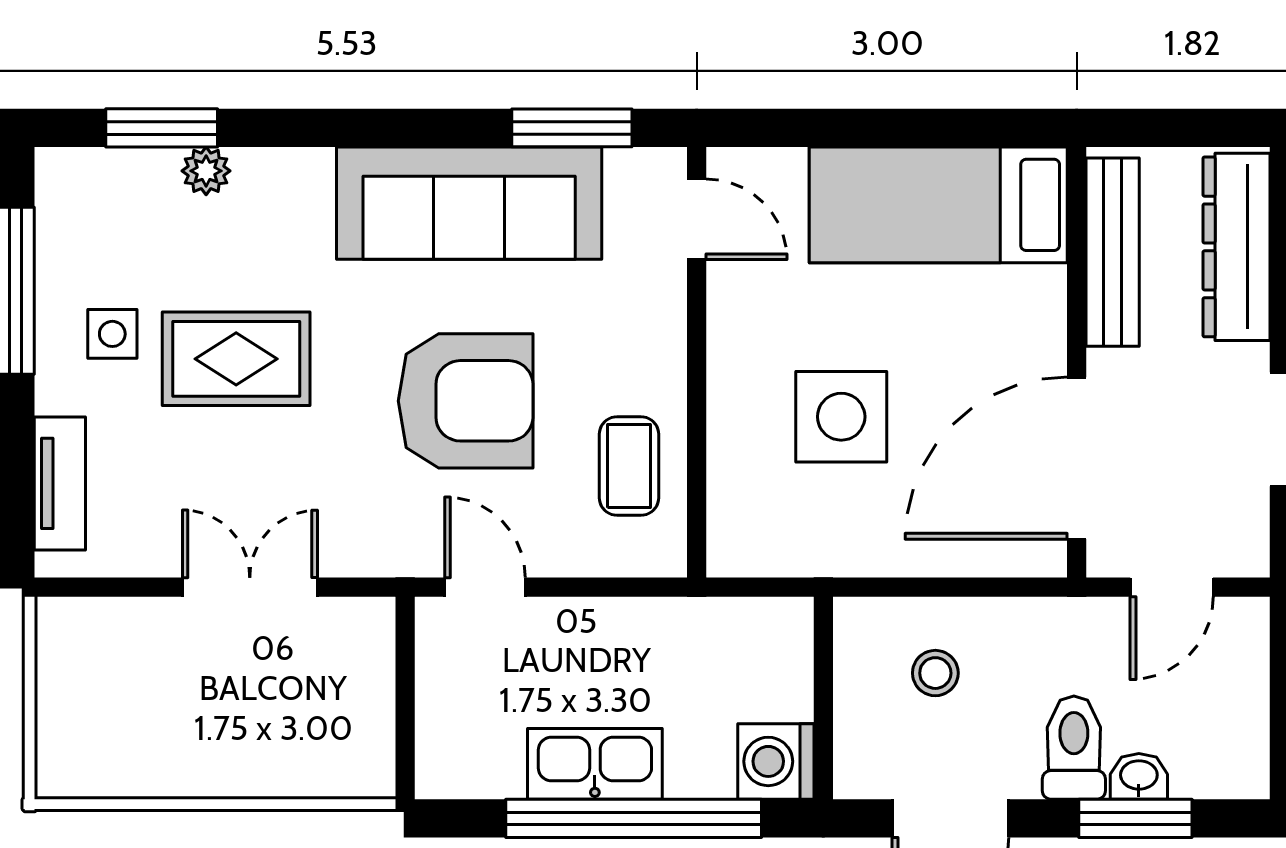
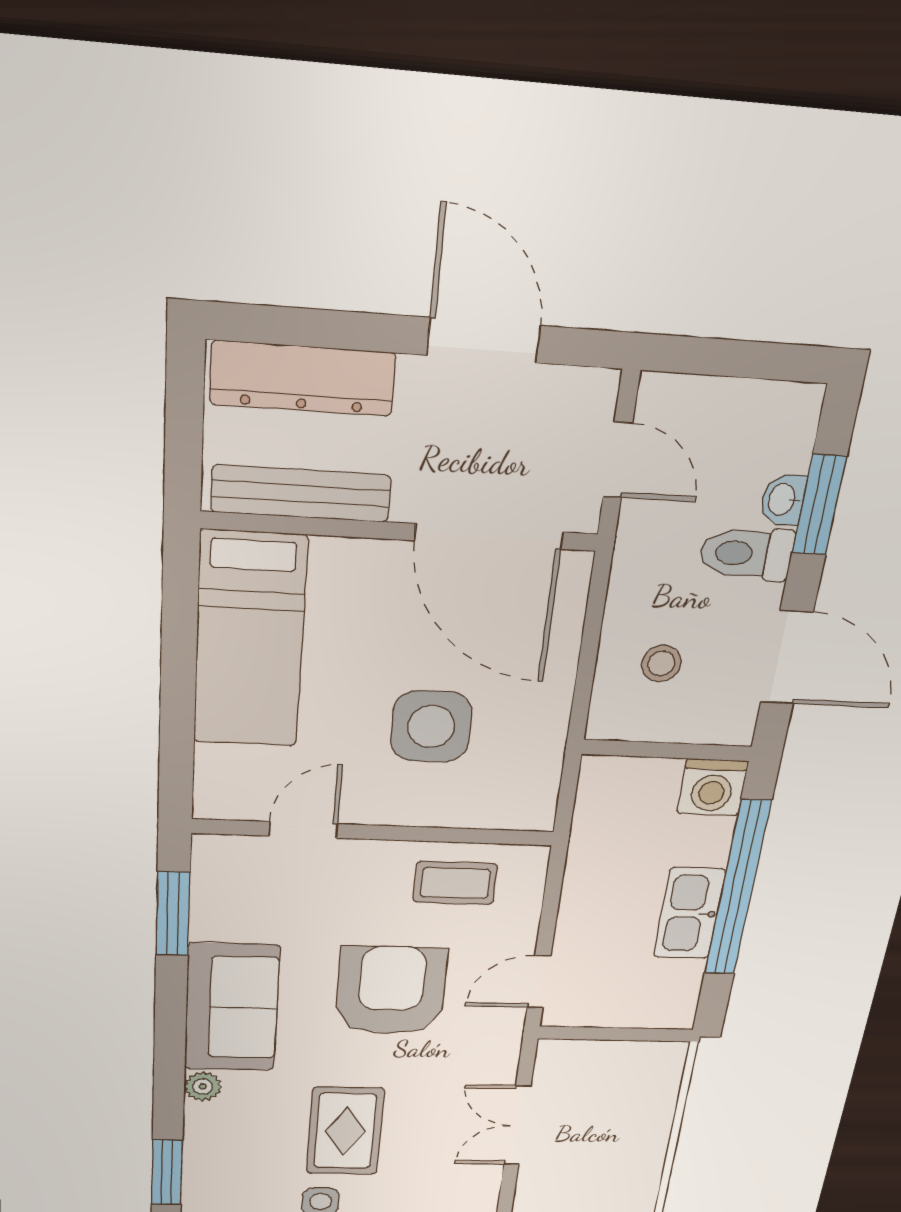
plant: (206, 171) -> (203, 1086), moved
sofa: (469, 203) -> (232, 1008), width x0.73
door: (697, 219) -> (303, 830), moved

